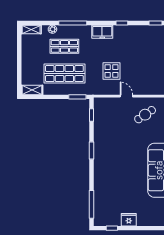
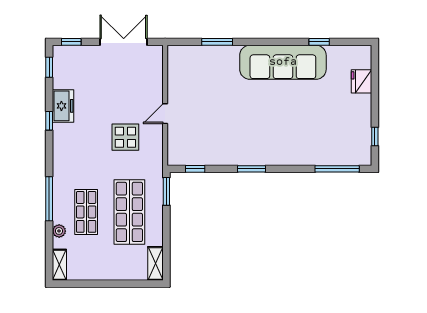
freezer: (102, 32) -> (63, 106), moved
cafe table: (145, 115) -> (195, 84), removed
fridge: (129, 220) -> (362, 81), moved

